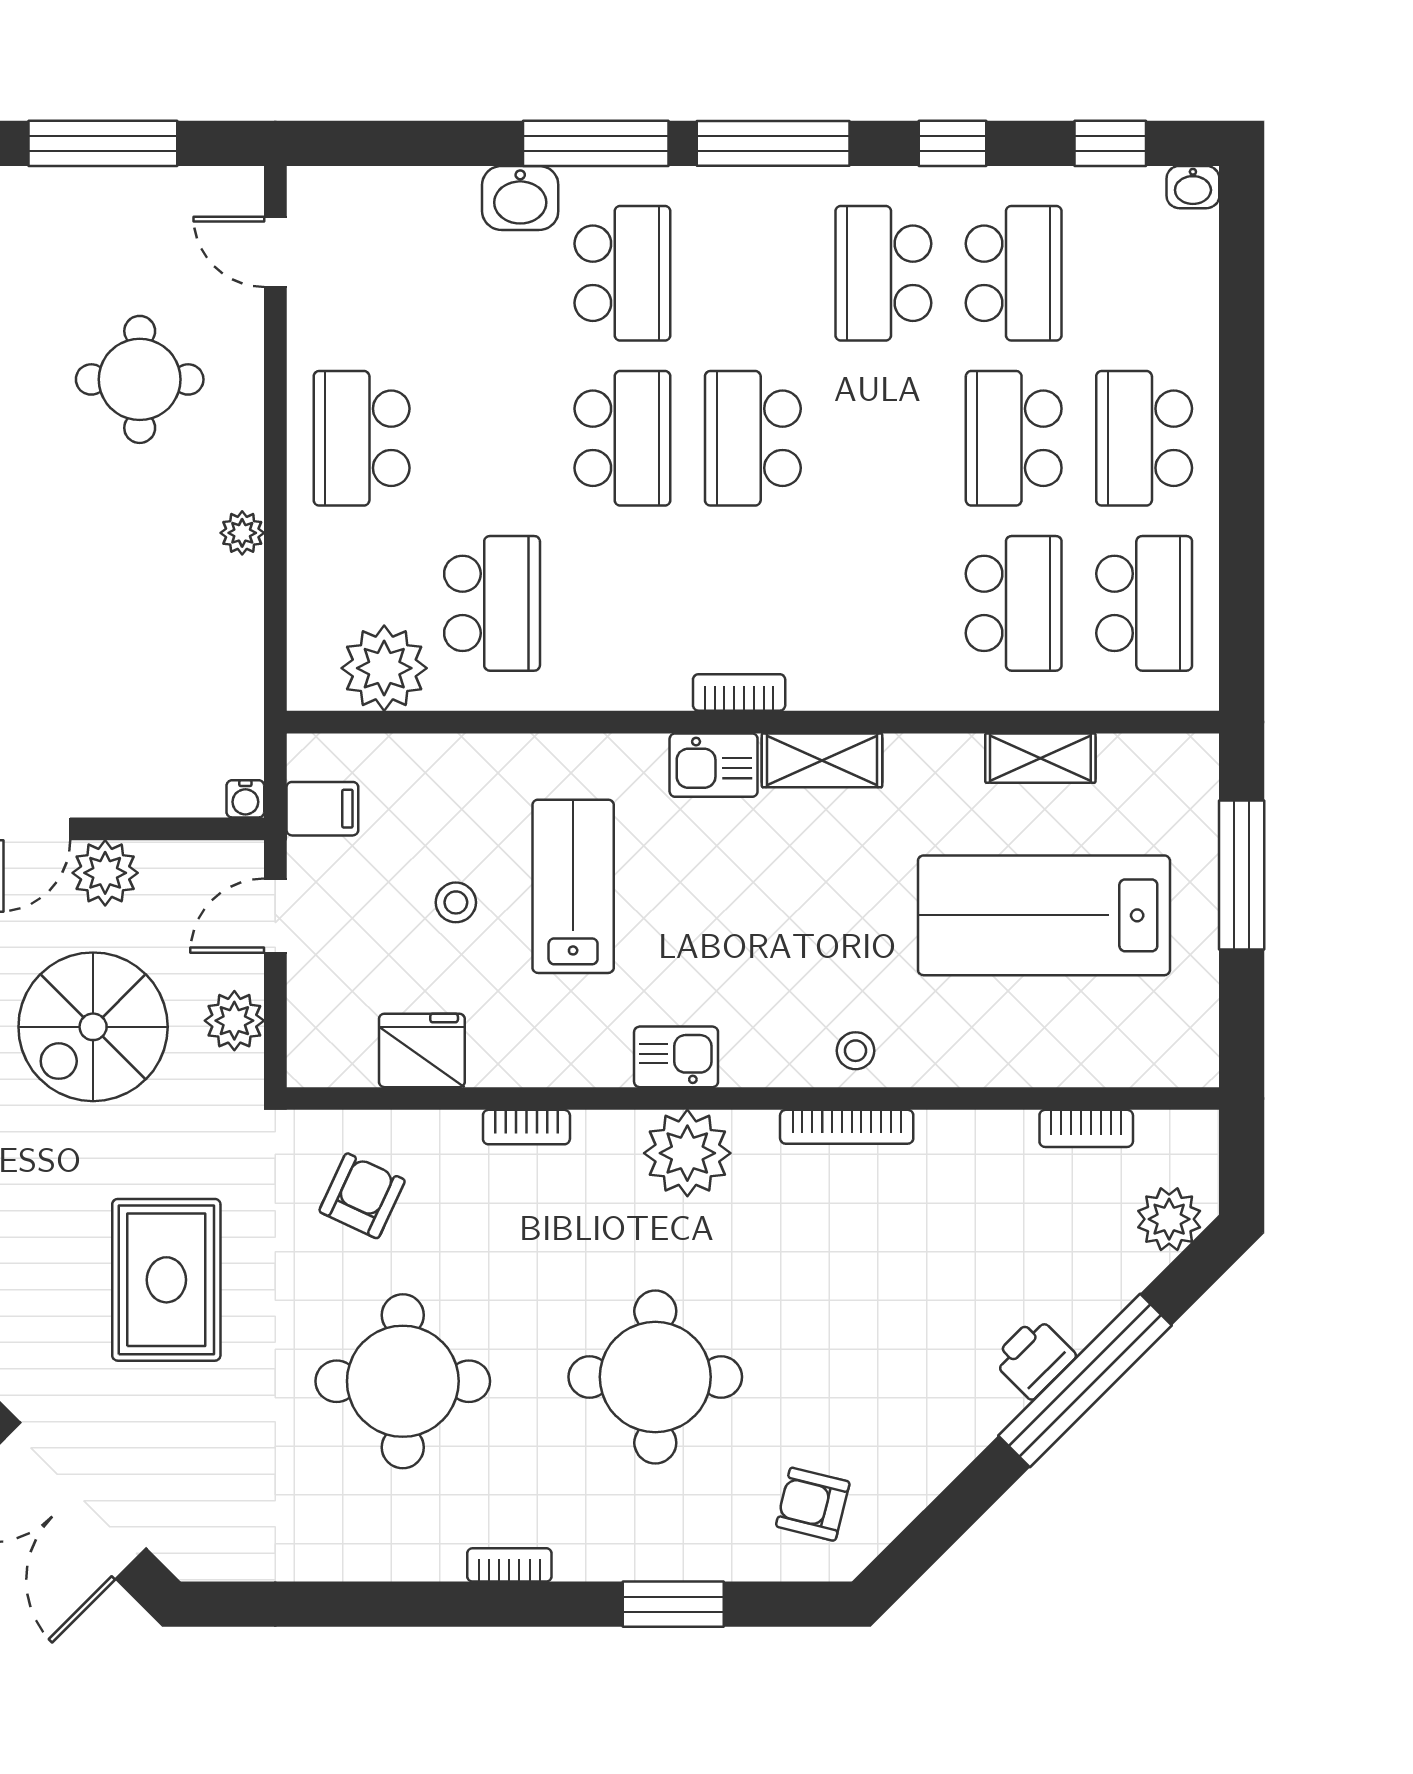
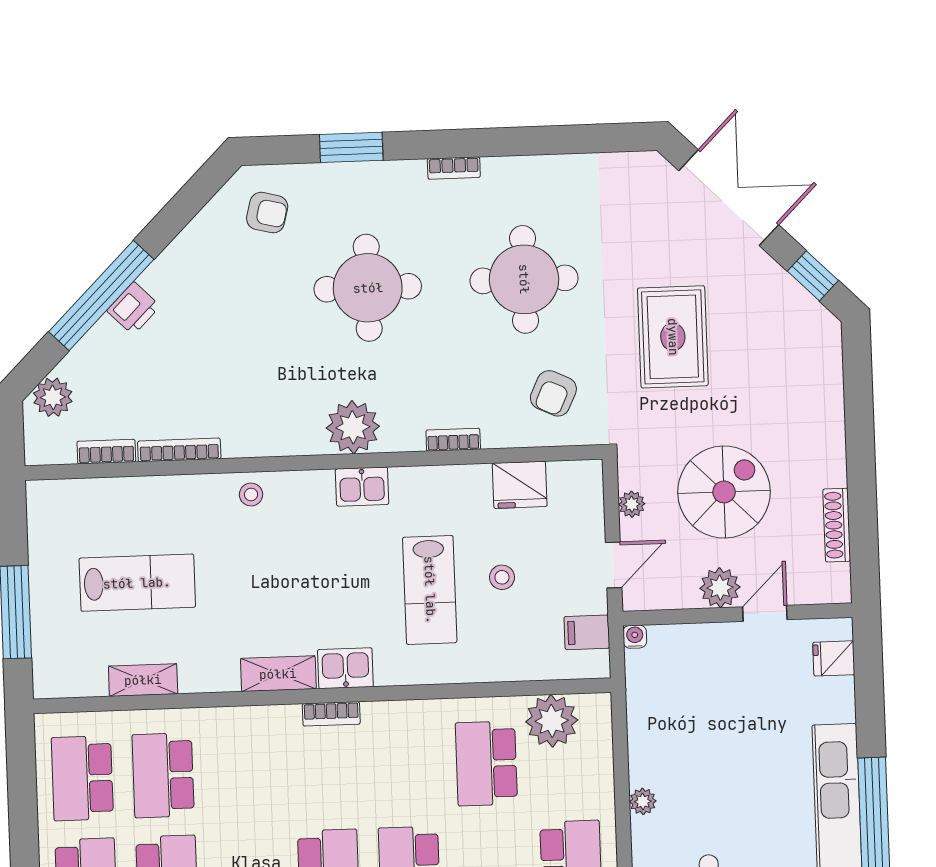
lab bench: (1044, 915) -> (137, 583), width x0.73, depth x0.72
plant: (234, 1021) -> (632, 504), width x0.73, depth x0.73
bookcase: (847, 1127) -> (179, 450), moved

